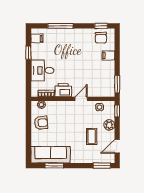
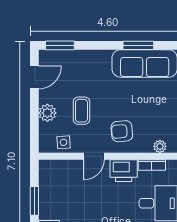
window: (117, 84) -> (34, 201), moved
window: (117, 111) -> (34, 136), removed
armchair: (41, 123) -> (122, 131), moved
coffee table: (92, 136) -> (81, 111), moved

